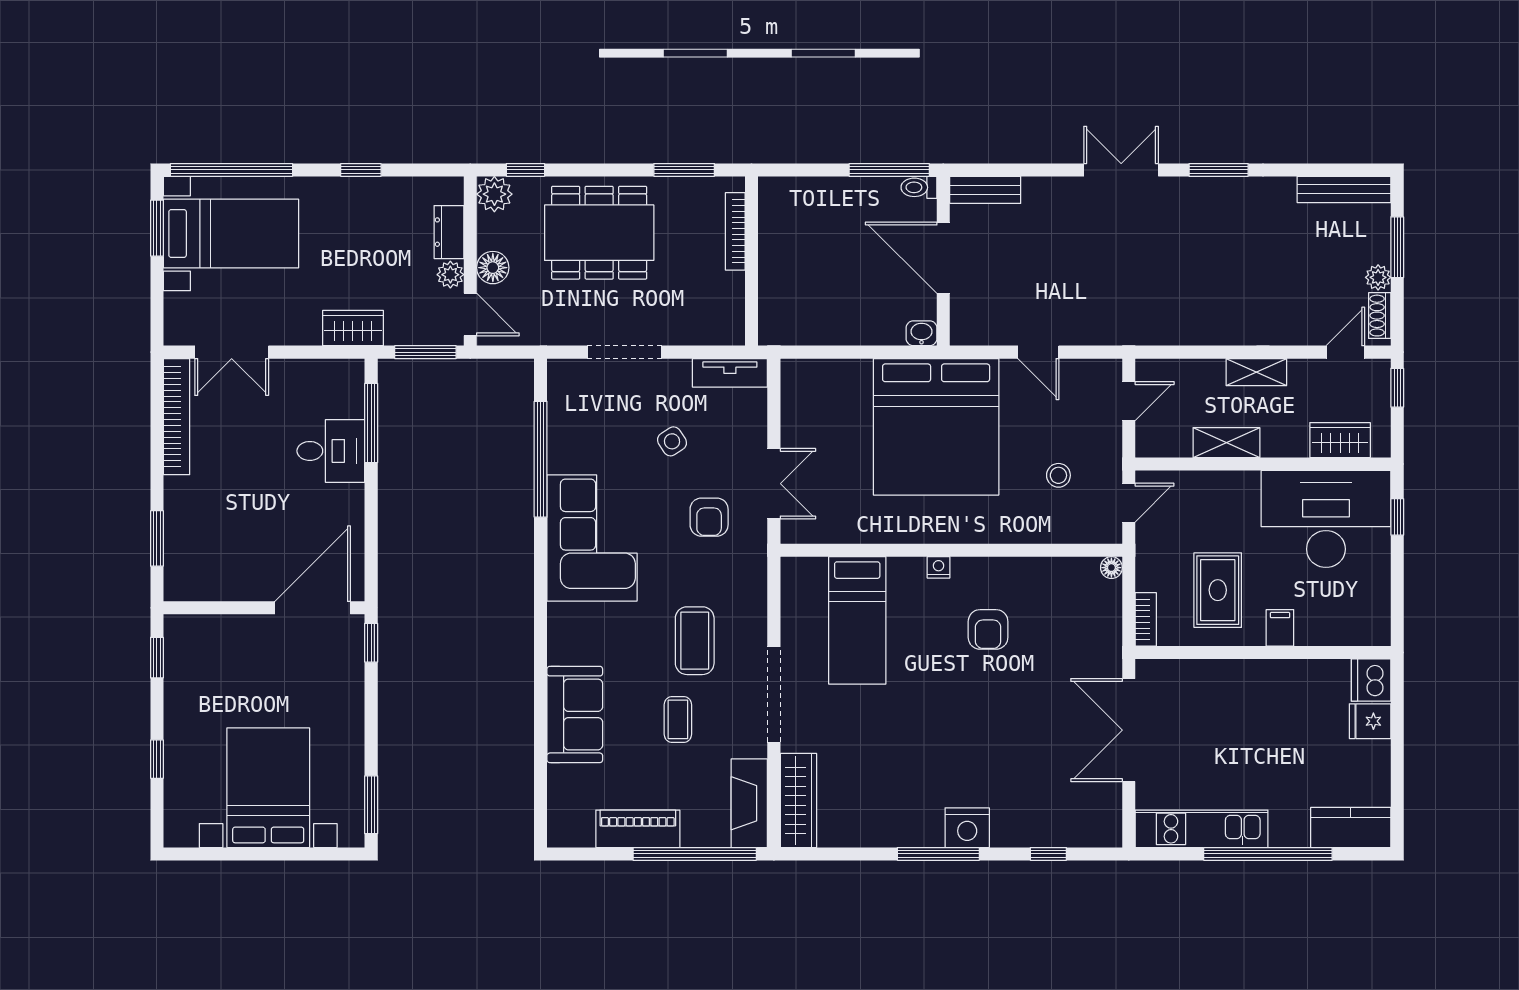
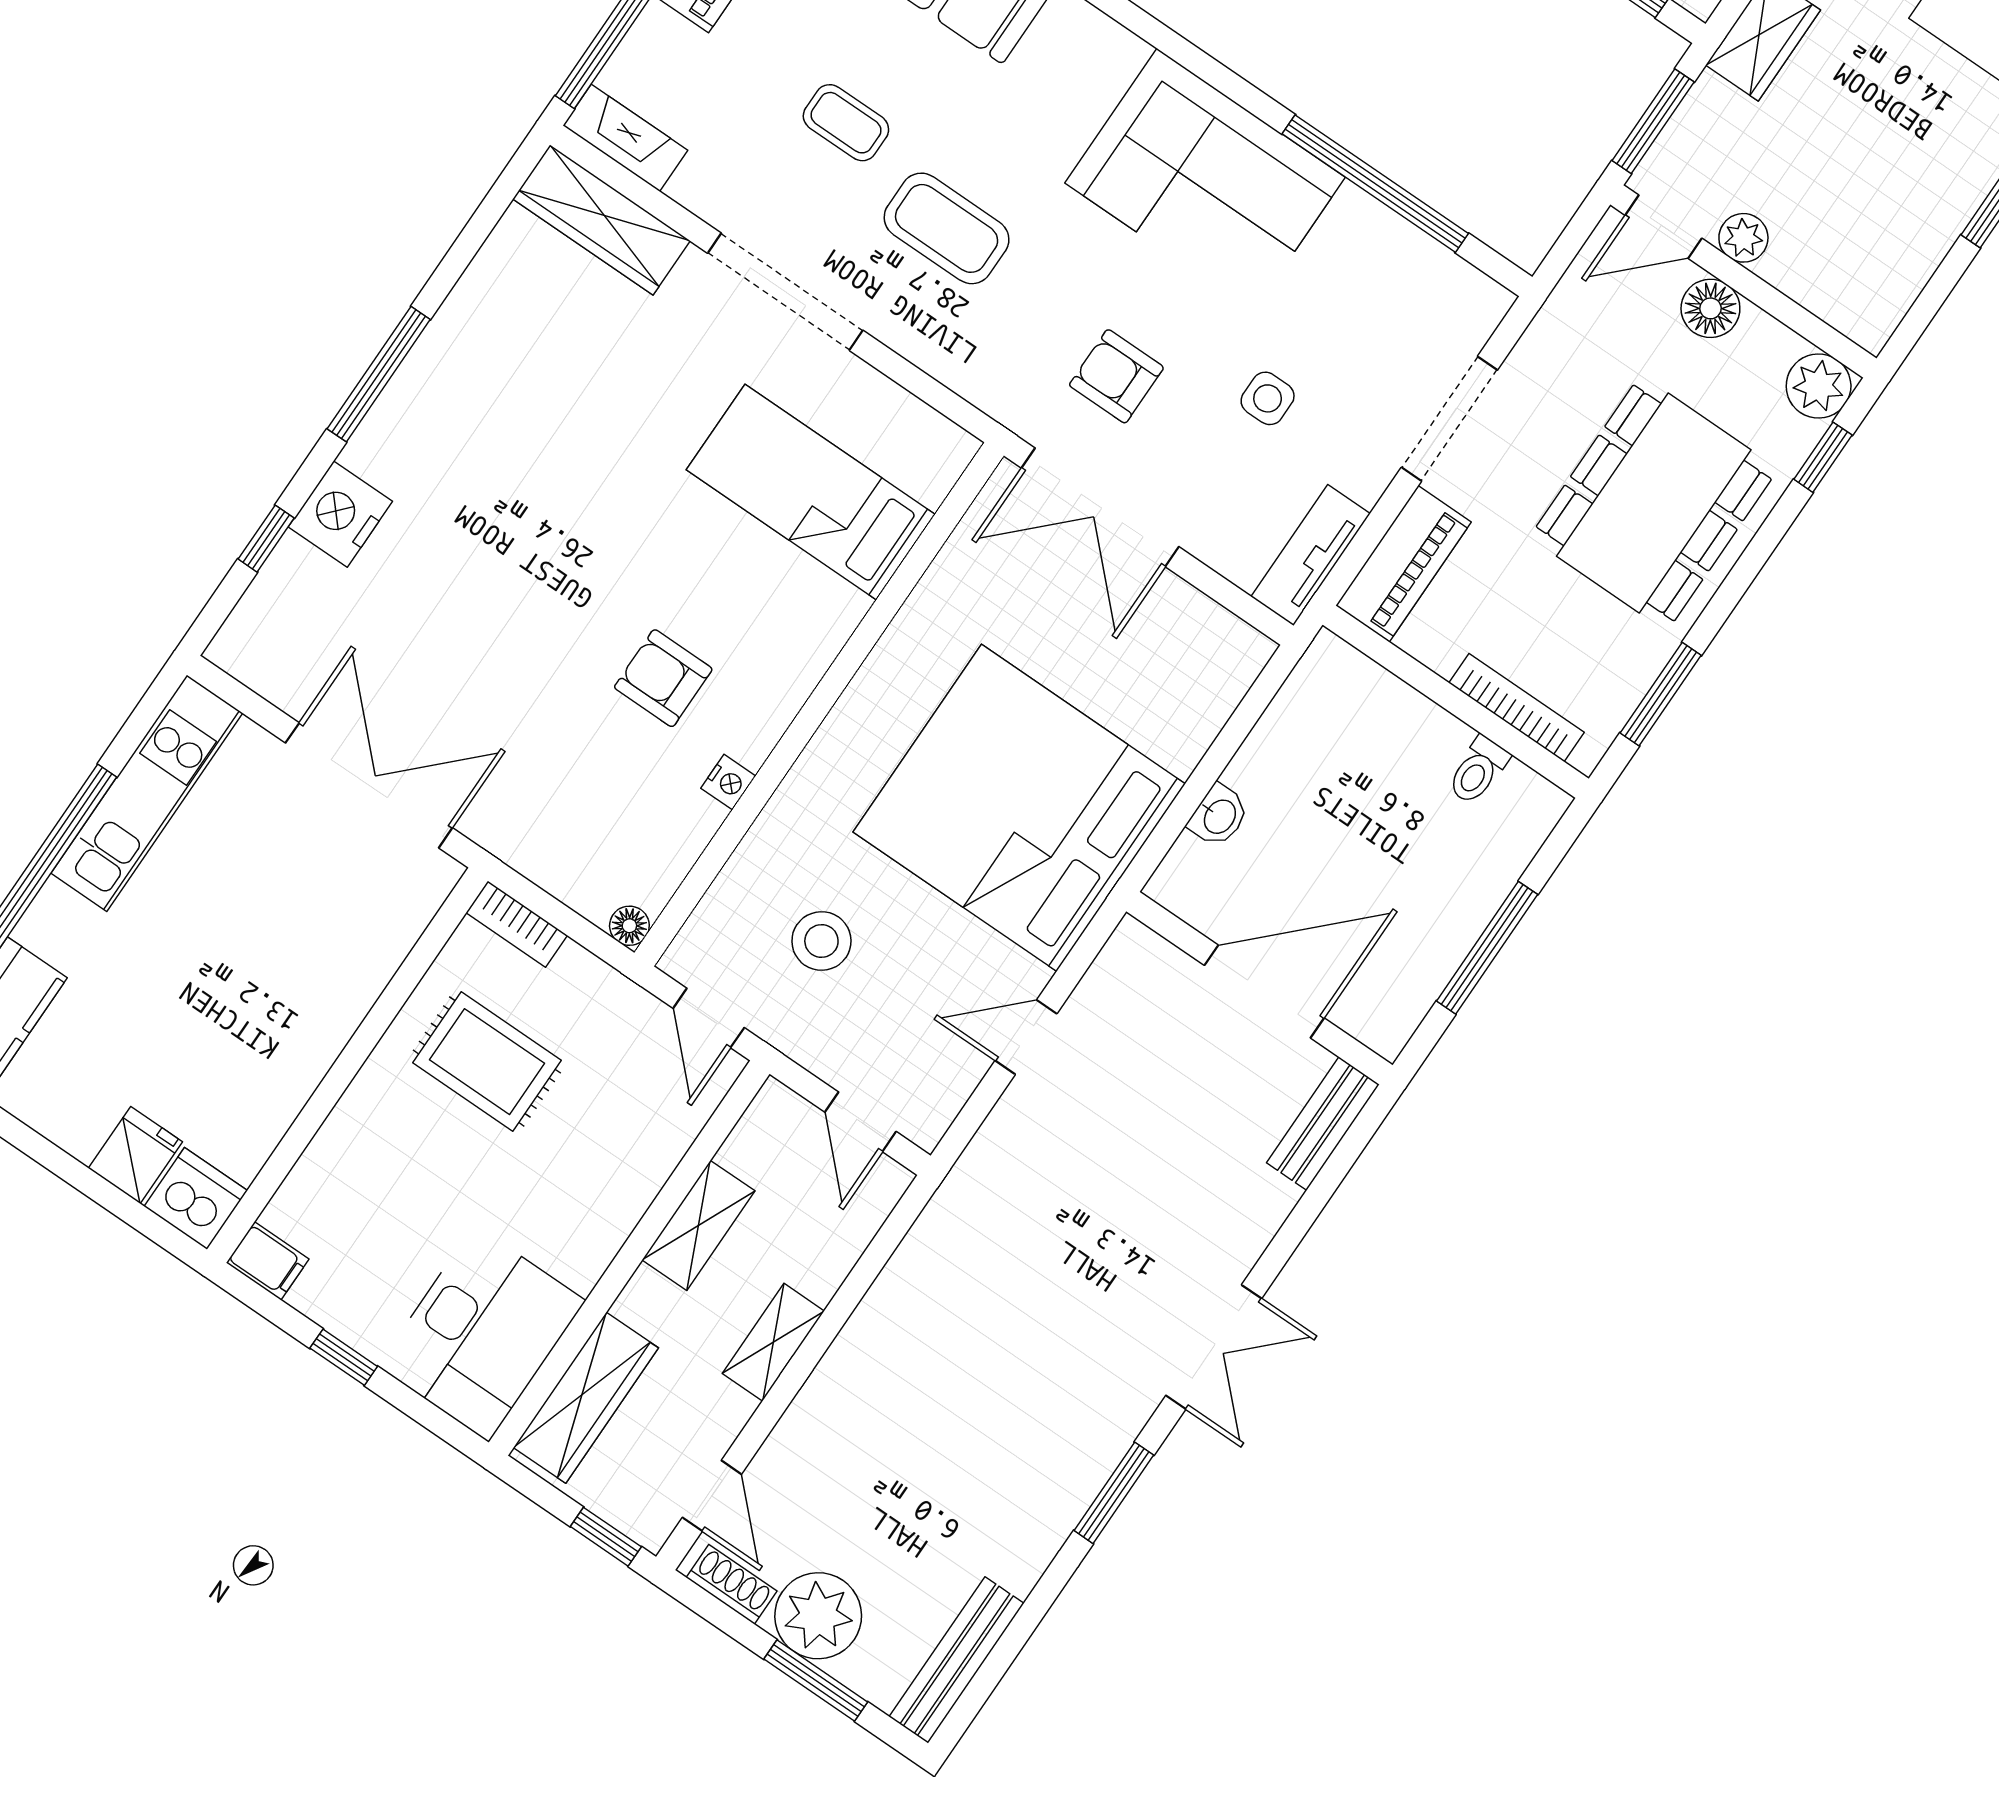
window: (889, 170) -> (1487, 948), moved
toilet: (919, 187) -> (1478, 770), moved, turned 180
dresser: (449, 232) -> (1808, 279), removed
plant: (1378, 277) -> (818, 1616), width x1.88, depth x1.88
piano: (705, 328) -> (1404, 564), added
washbasin: (922, 333) -> (1219, 816), moved
wardrobe: (1340, 440) -> (586, 1398), width x1.50
side table: (672, 441) -> (1268, 398), turned 33
stool: (1058, 475) -> (821, 941), width x1.37, depth x1.37
double door: (774, 484) -> (1100, 507), width x1.37
window: (1397, 517) -> (344, 1357), moved
desk: (1326, 519) -> (482, 1333), width x0.73, depth x0.77
nightstand: (938, 567) -> (728, 782), moved
filing cabinet: (1280, 628) -> (268, 1261), moved
fireplace: (749, 803) -> (625, 138), width x0.73, depth x0.76
nightstand: (967, 828) -> (340, 514), moved

